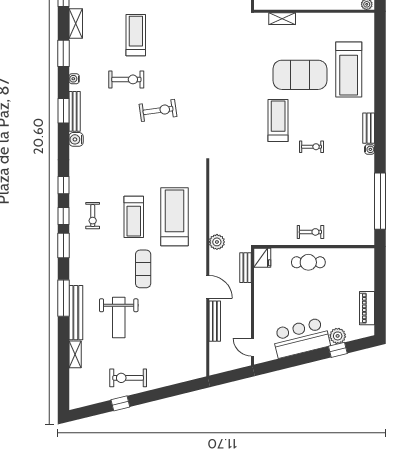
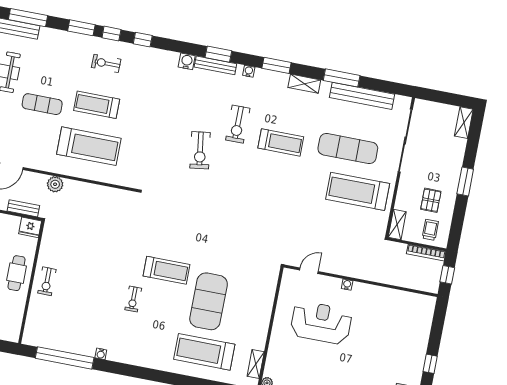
shelving: (282, 19) -> (256, 364), moved
bench: (369, 128) -> (141, 361), removed
water cooler: (370, 149) -> (101, 354), moved

